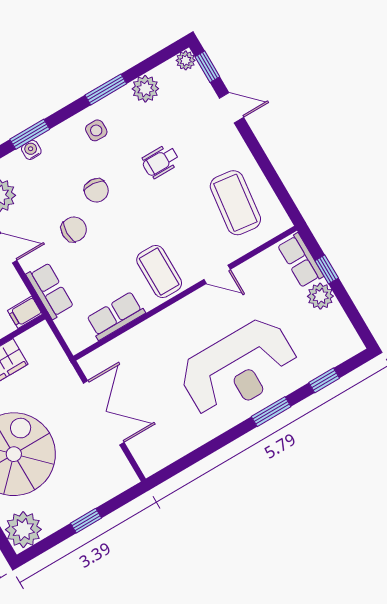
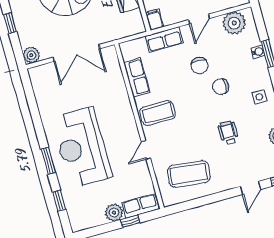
plant: (124, 477) -> (31, 55), added

